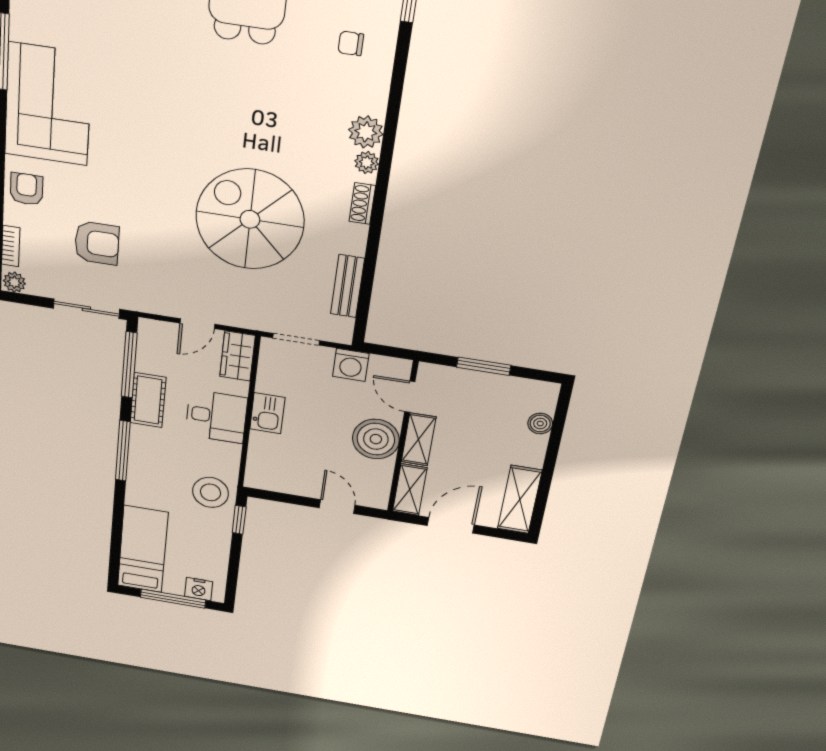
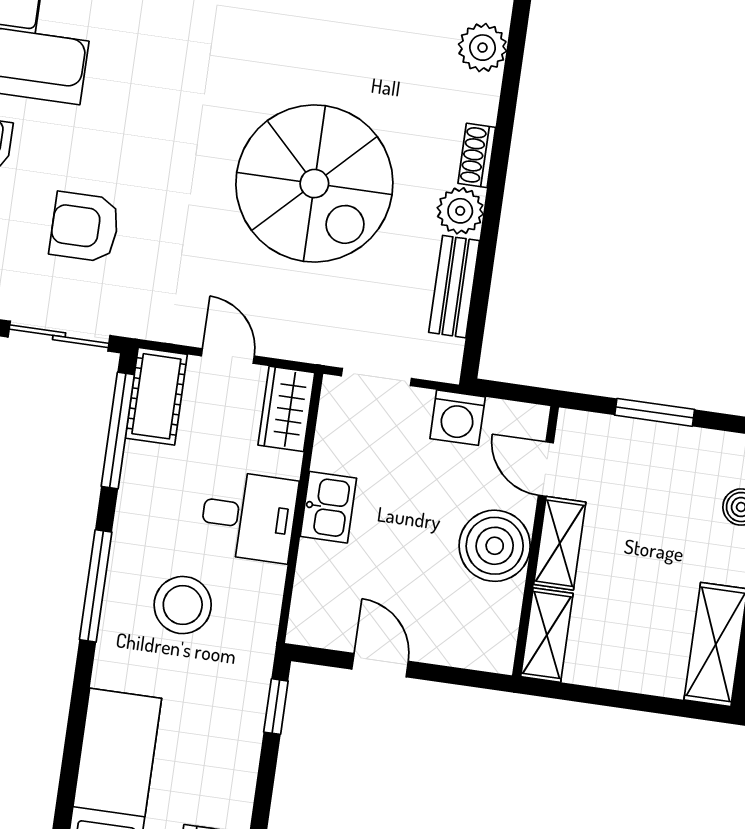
plant: (367, 162) -> (460, 211), moved, width x1.38, depth x1.38
spiral stairs: (250, 219) -> (314, 184), turned 180
armchair: (97, 243) -> (85, 227), turned 180
door: (197, 324) -> (228, 356), swing flipped
cot: (148, 400) -> (156, 396), moved
stool: (210, 492) -> (183, 605), moved
door: (337, 507) -> (380, 665), moved
door: (451, 525) -> (611, 698), removed

